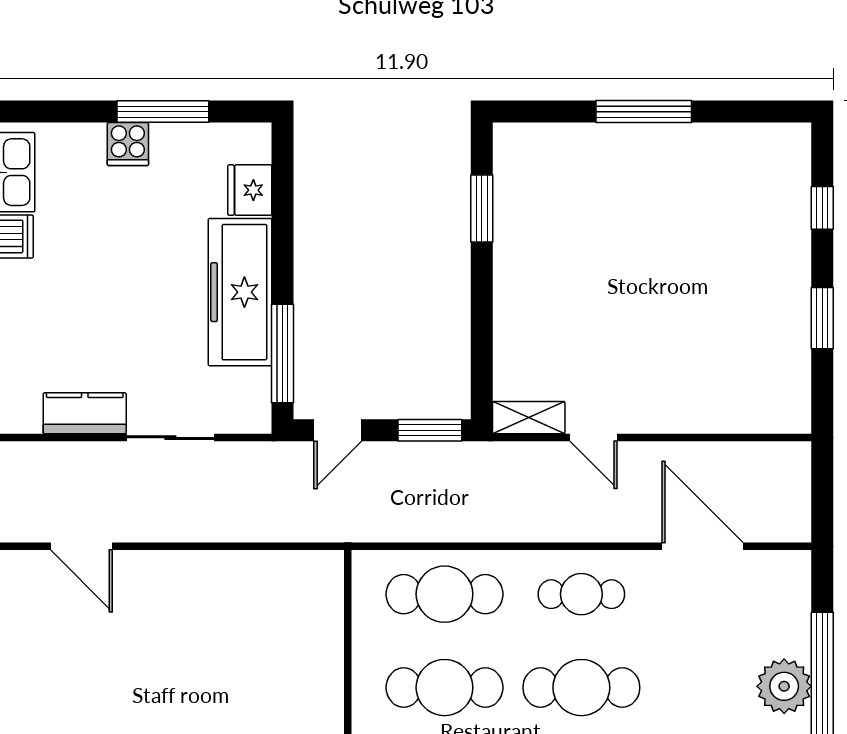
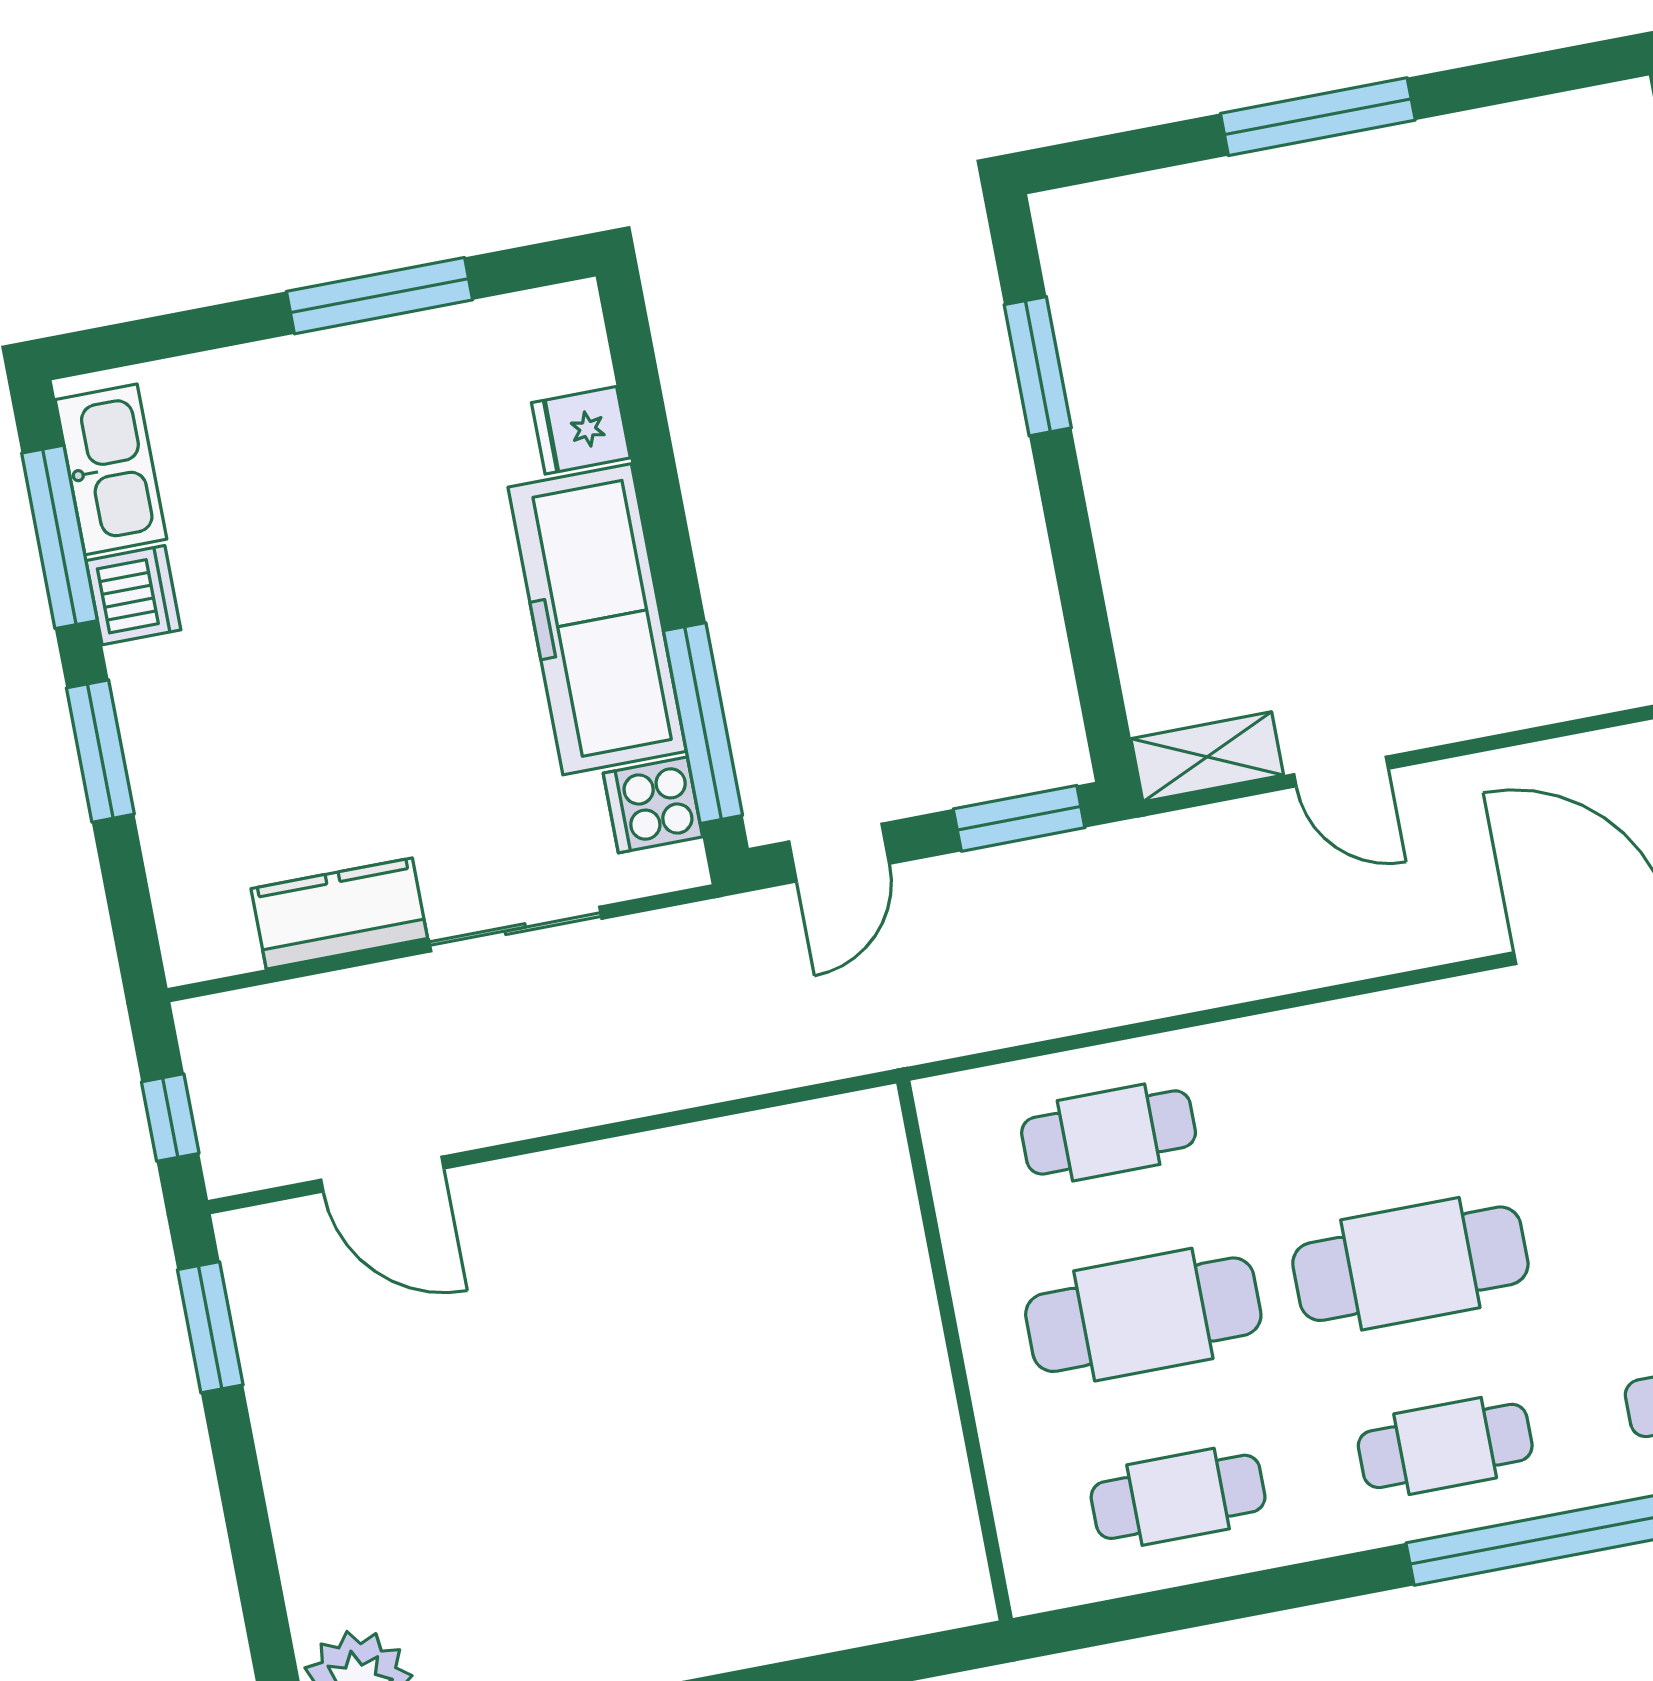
cooker: (128, 144) -> (653, 805), moved, turned 90
fridge: (250, 190) -> (581, 430), width x0.72
cafe table: (444, 594) -> (1109, 1132), width x0.73, depth x0.74
cafe table: (581, 594) -> (1376, 1082), removed

